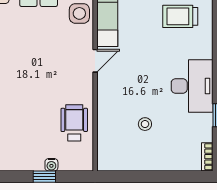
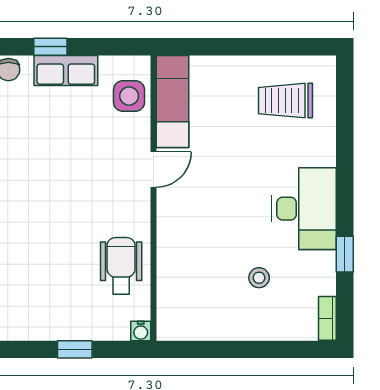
stool: (145, 124) -> (259, 278), moved
water cooler: (51, 165) -> (141, 331), moved

